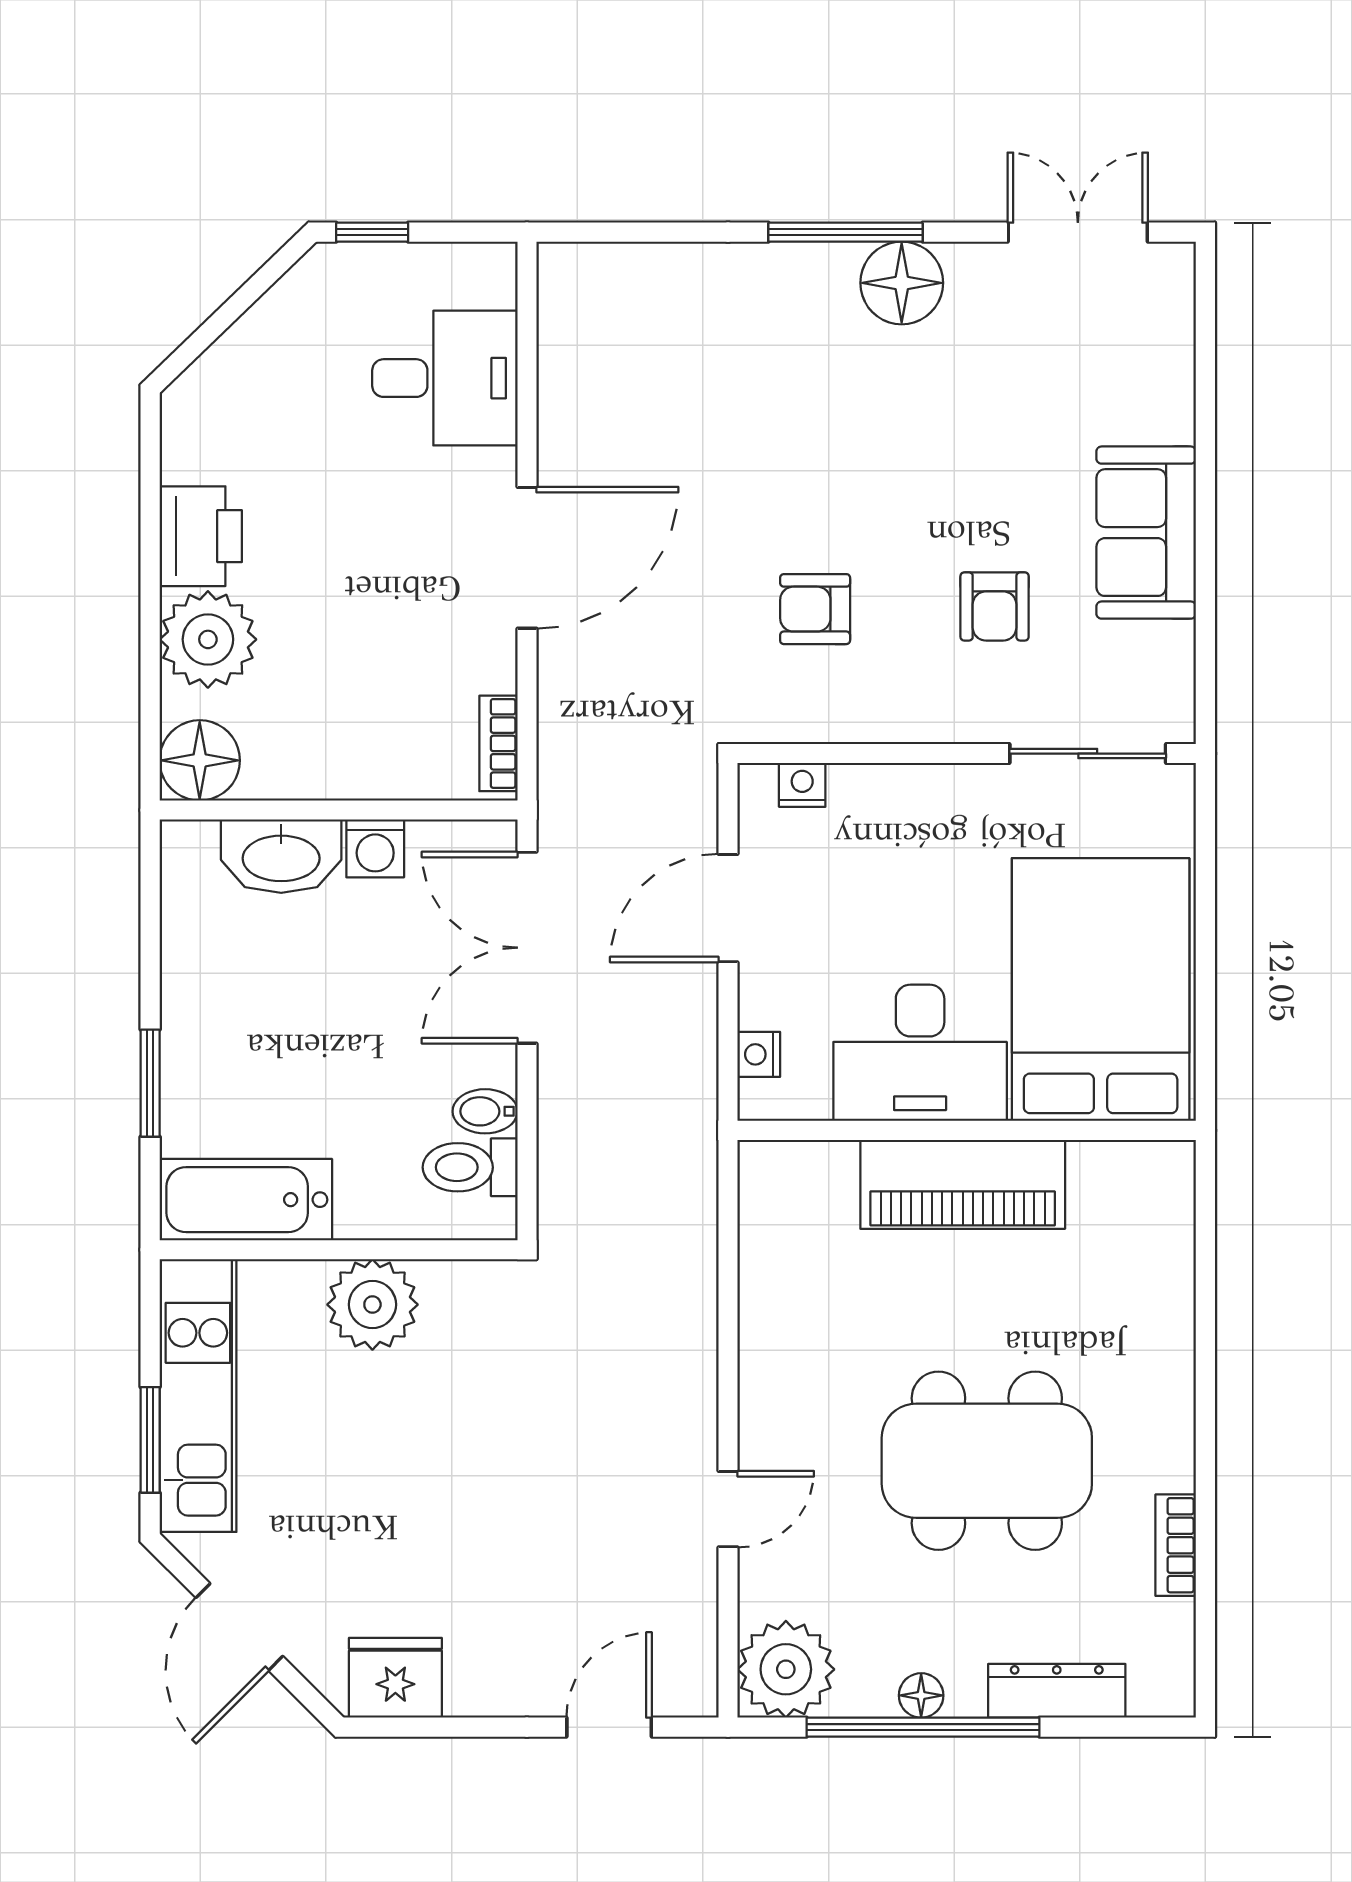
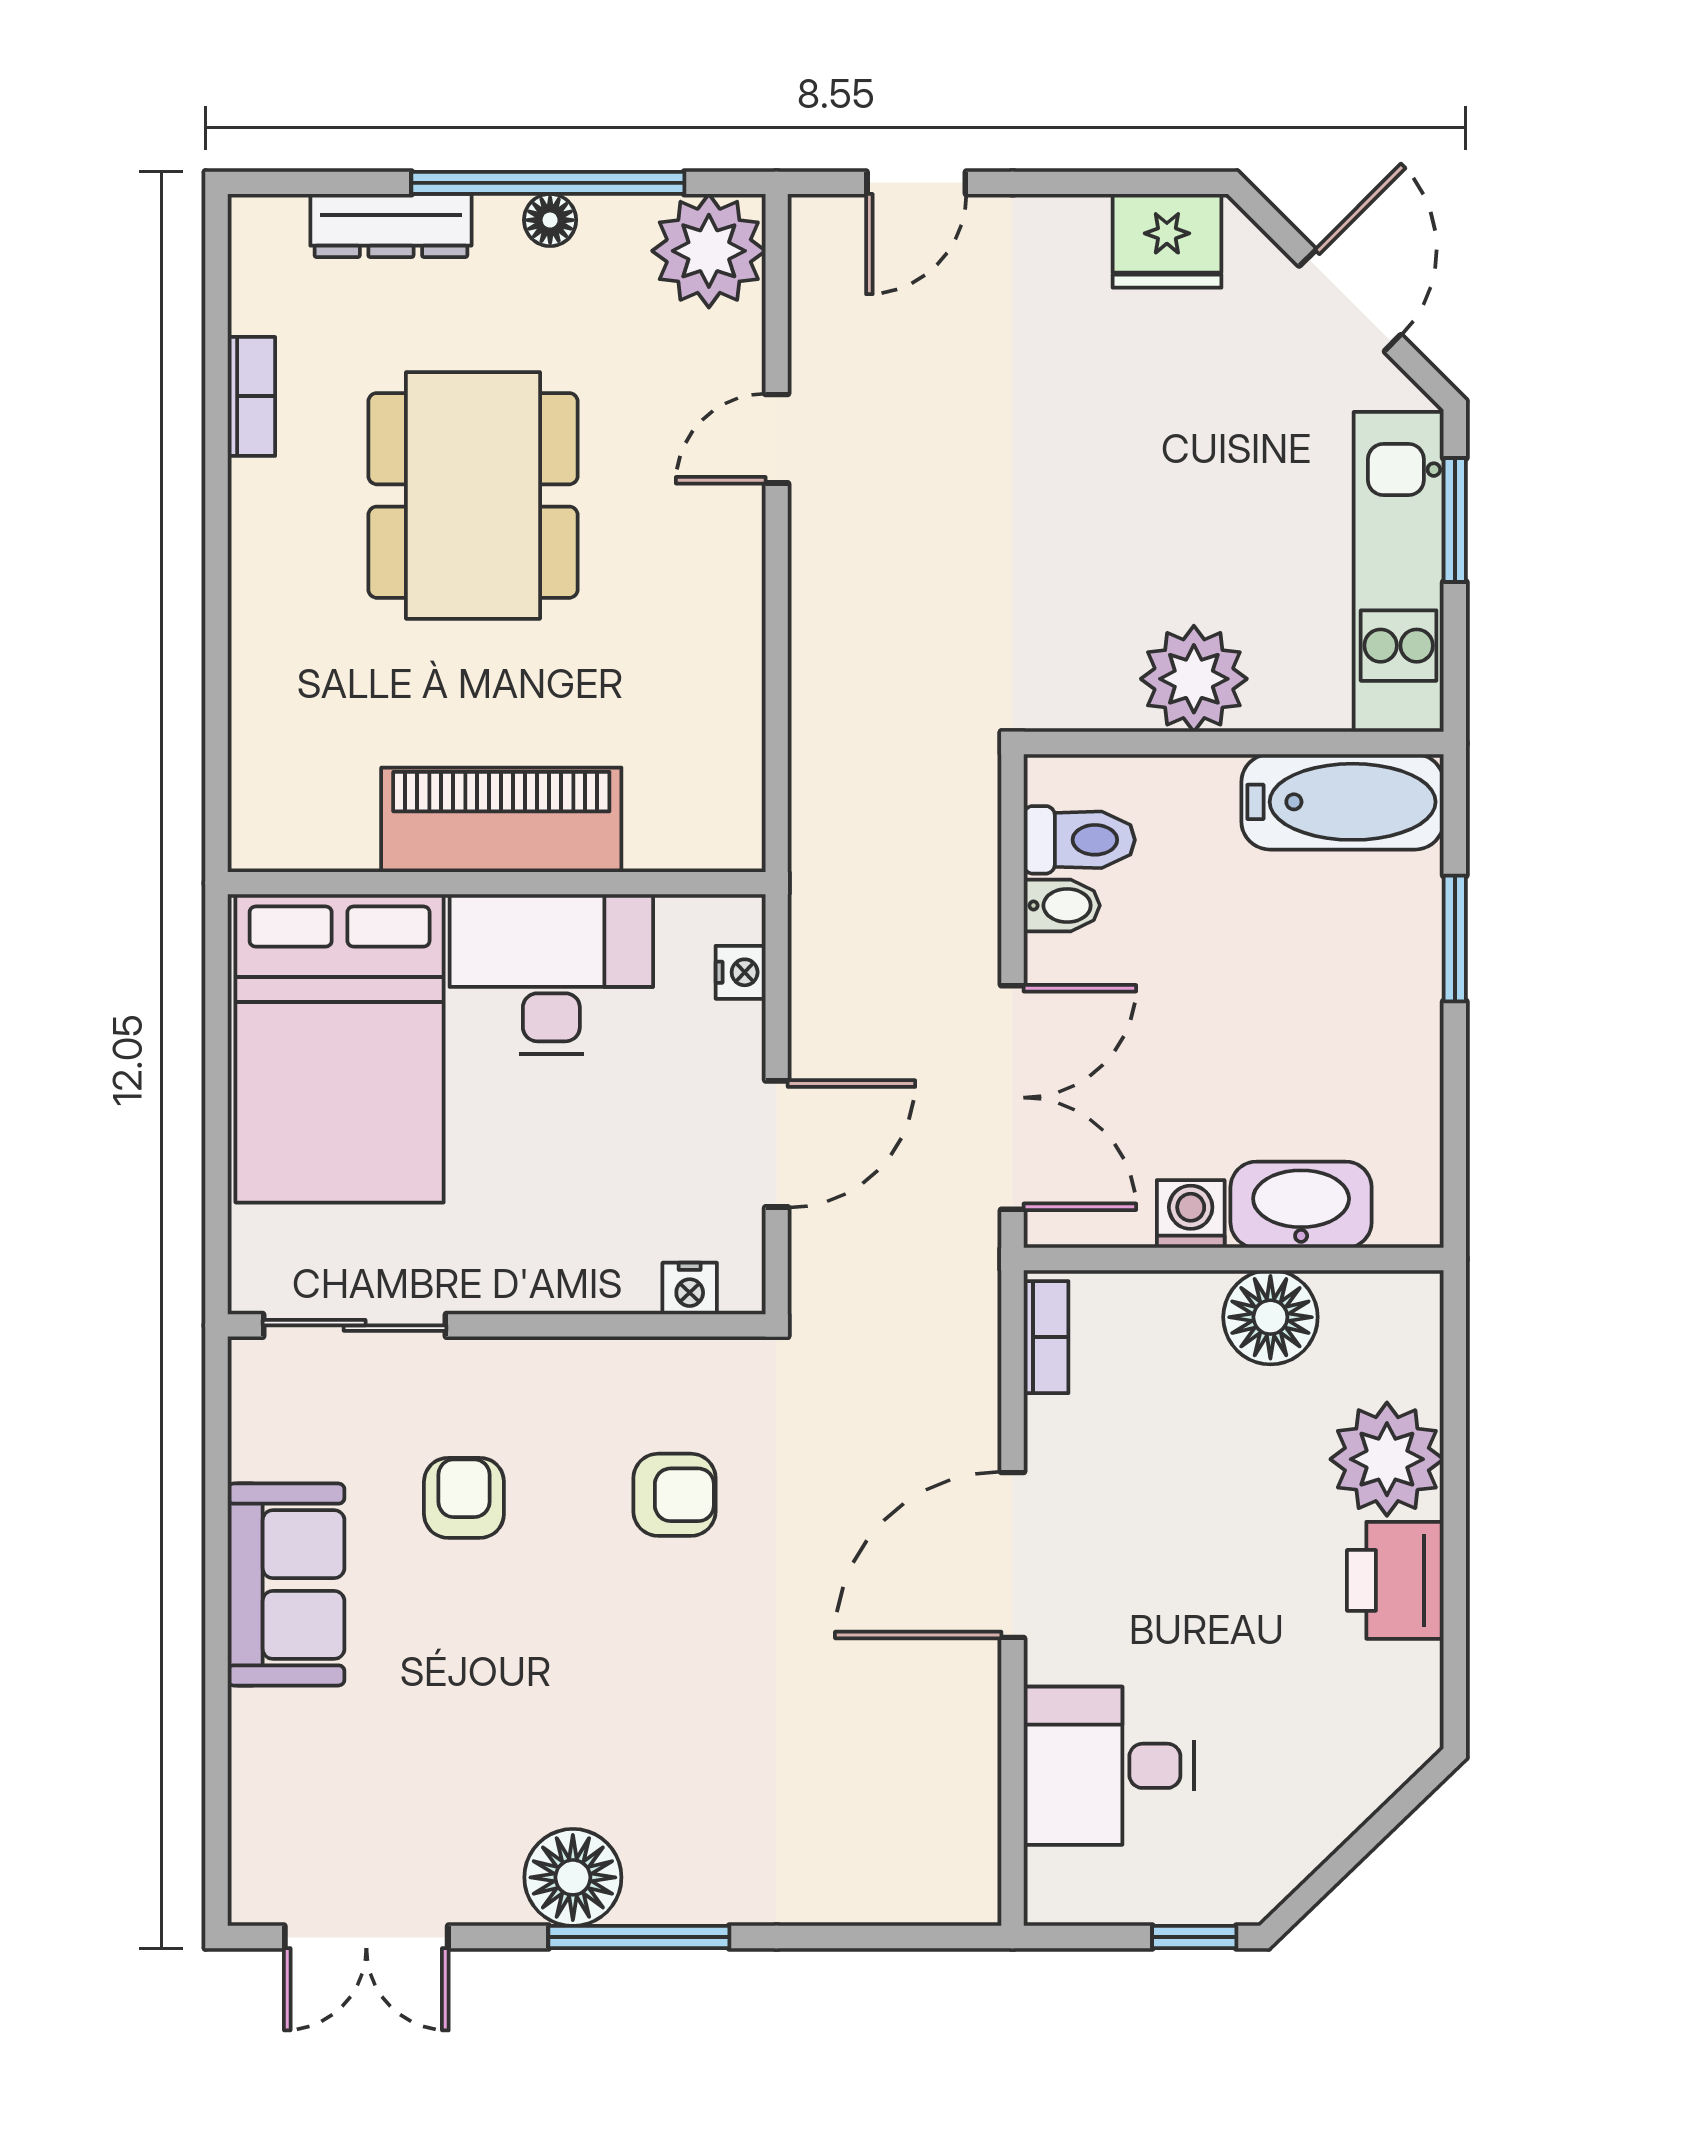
floor lamp: (200, 760) -> (1270, 1317), moved
dining table: (987, 1461) -> (473, 495), turned 90

